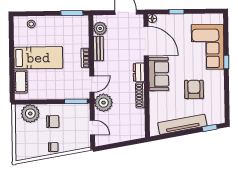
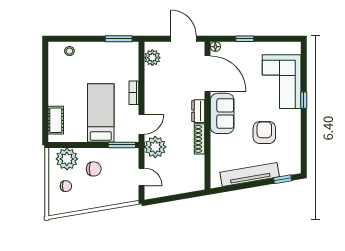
bench: (98, 48) -> (150, 82), removed
bed: (38, 58) -> (101, 113), moved, turned -90
chair: (53, 147) -> (66, 186), moved

